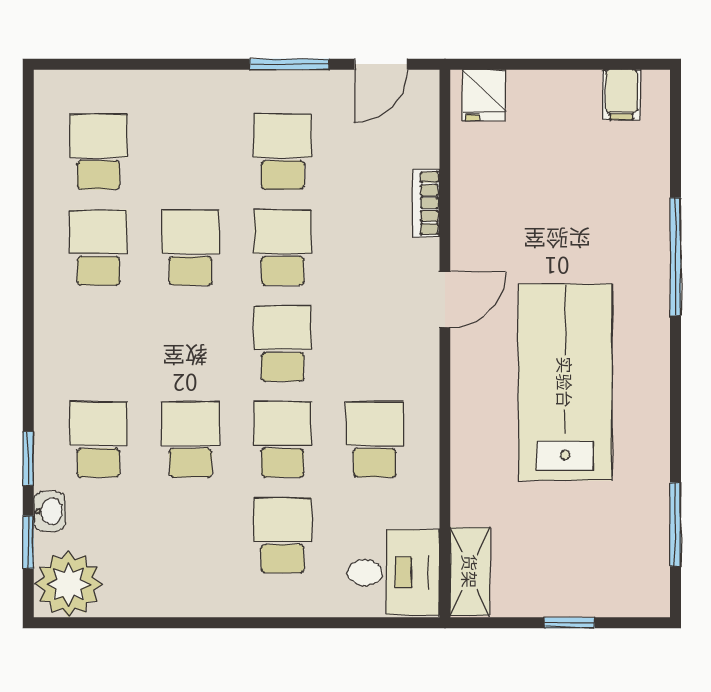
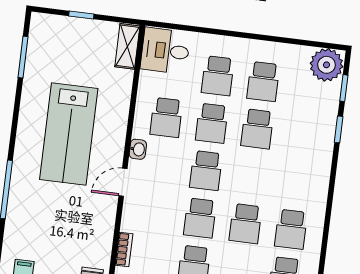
bookcase: (426, 203) -> (124, 249), moved
school desk: (99, 439) -> (263, 81), moved
washbasin: (49, 511) -> (138, 149), moved, turned 180

